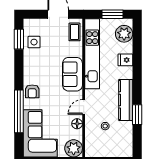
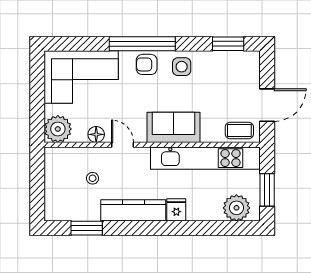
side table: (34, 42) -> (182, 67), moved
fridge: (125, 60) -> (176, 210), moved
window: (19, 111) -> (142, 44), moved
window: (137, 115) -> (87, 228), moved

